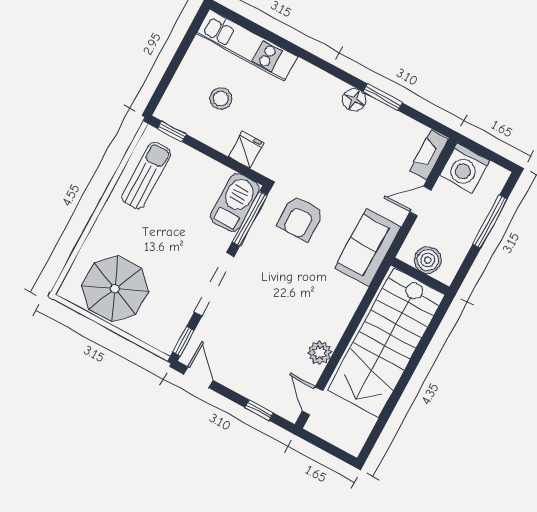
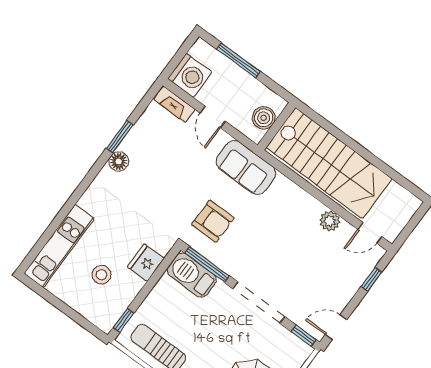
fridge: (246, 150) -> (146, 263), width x1.38

